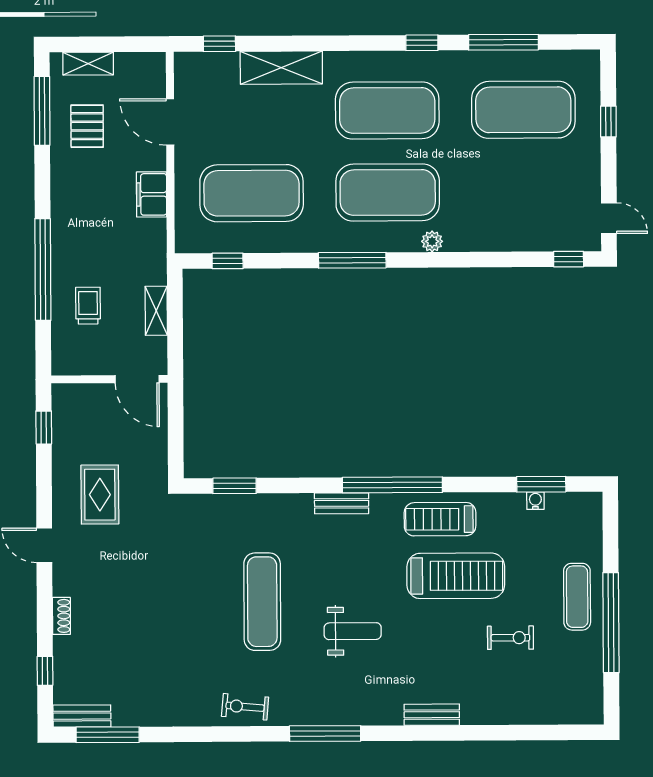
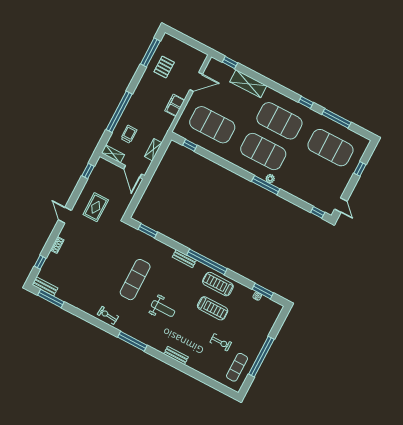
shelving: (88, 64) -> (113, 154), moved
door: (170, 122) -> (196, 82), swing flipped
window: (352, 260) -> (266, 185), moved
treadmill: (456, 576) -> (213, 308), width x0.73, depth x0.73
exercise mat: (577, 597) -> (237, 367), moved

